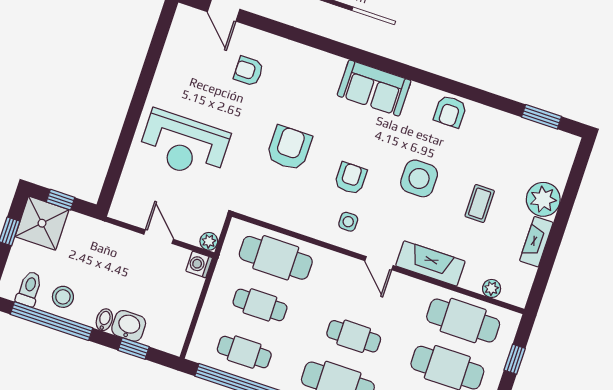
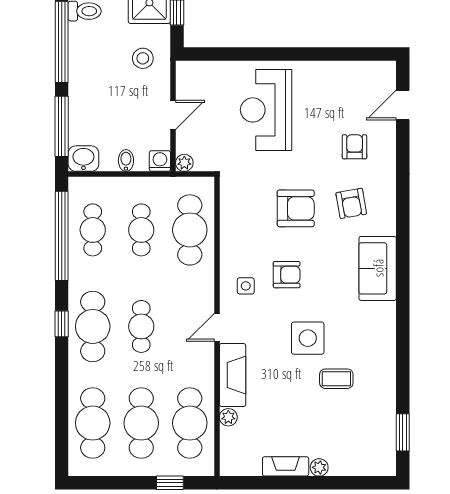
armchair: (450, 111) -> (351, 203), moved, turned -100
plant: (543, 199) -> (319, 467), width x0.53, depth x0.53
coffee table: (480, 203) -> (336, 379), moved
plant: (492, 288) -> (228, 417), moved
stool: (63, 297) -> (143, 58), moved
bidet: (104, 320) -> (126, 160), moved, turned -90
washbasin: (129, 326) -> (83, 159), moved, turned -90
window: (134, 349) -> (62, 126), width x2.17

